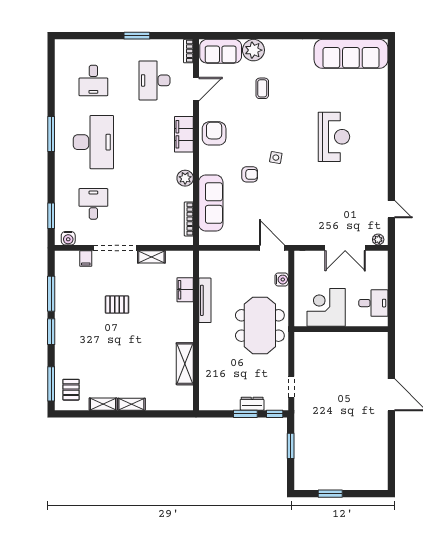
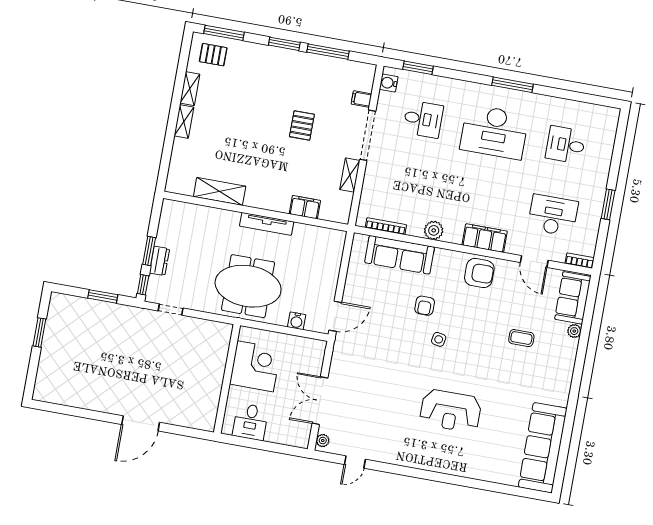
plant: (253, 50) -> (574, 331), width x0.53, depth x0.53
tv unit: (205, 300) -> (267, 224), moved

